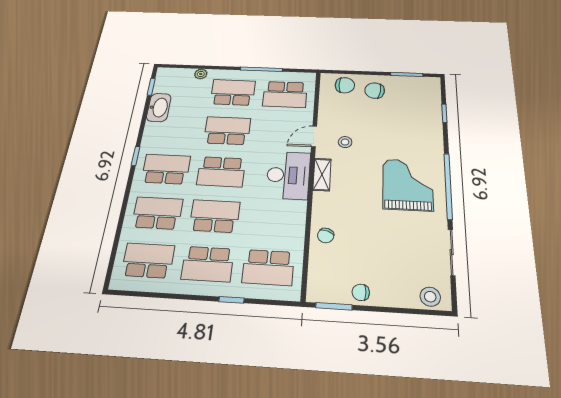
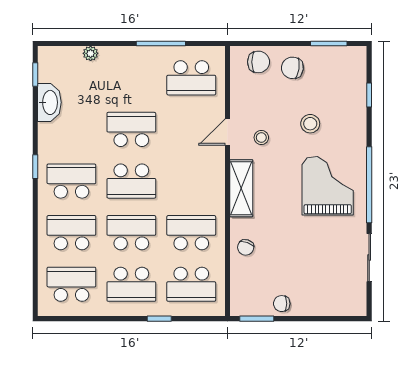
school desk: (233, 92) -> (191, 233), moved
desk: (288, 175) -> (203, 181), removed
shelving: (322, 175) -> (241, 188), width x1.50, depth x1.33
stool: (430, 297) -> (310, 124), moved

